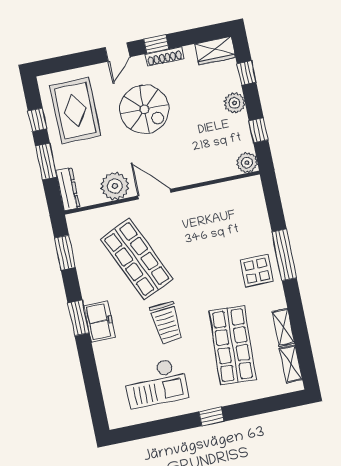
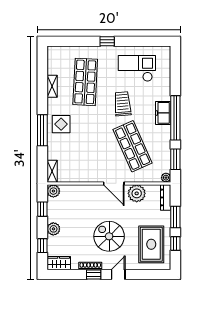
plant: (74, 221) -> (166, 178), added
window: (78, 318) -> (175, 118), width x2.11
shelving: (291, 364) -> (52, 171), moved

